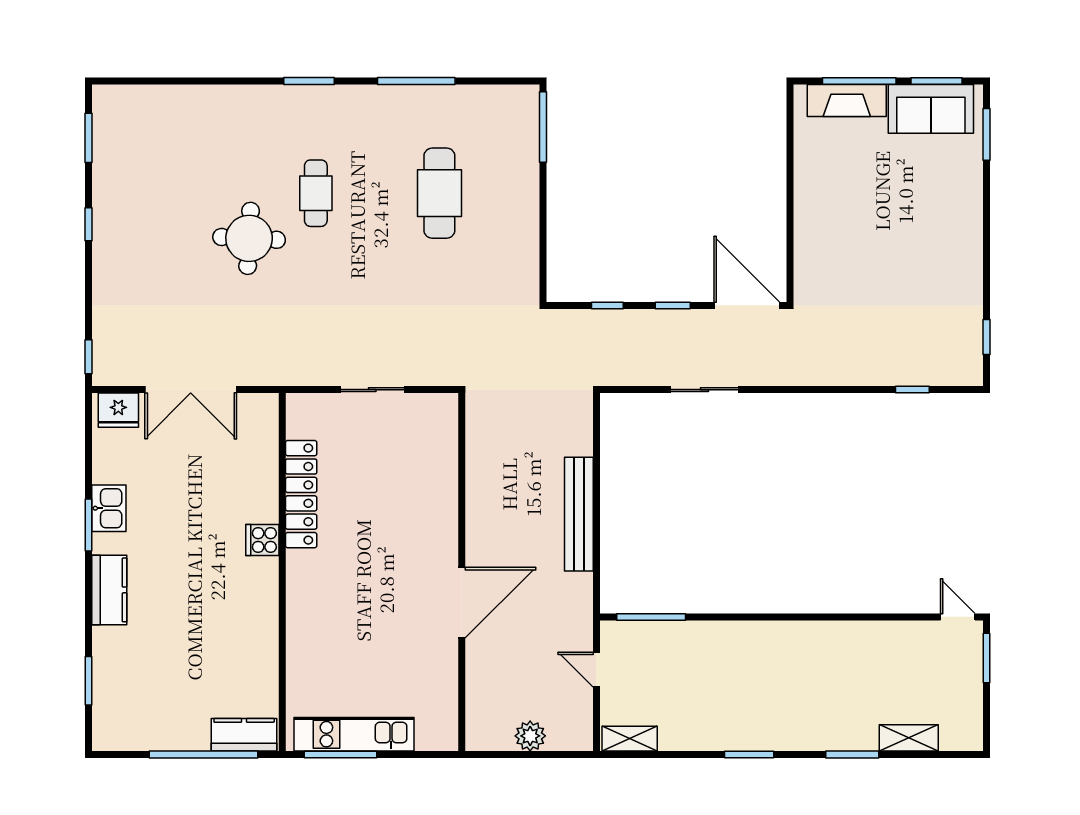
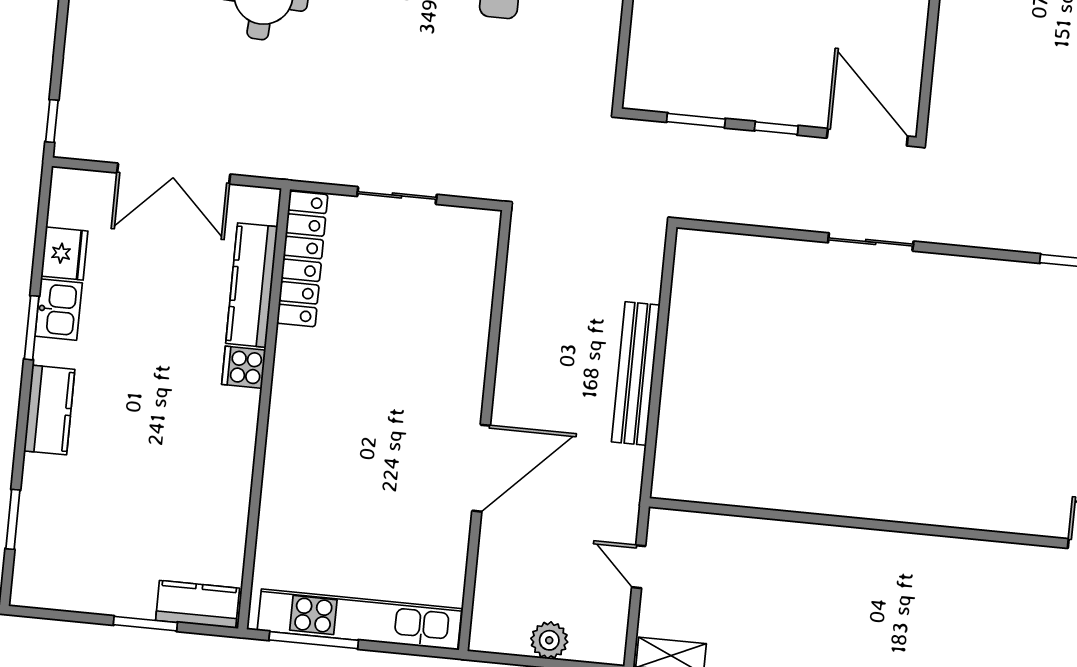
window: (607, 305) -> (696, 120), width x1.50
sliding door: (705, 390) -> (871, 242), moved
fridge: (118, 410) -> (64, 254), moved, turned -90
kitchen counter: (262, 473) -> (252, 285), added
locker: (301, 494) -> (302, 259), moved
window: (651, 617) -> (712, 509), removed
kitchen unit: (354, 734) -> (359, 620), width x1.36
window: (204, 754) -> (145, 624), width x0.47

